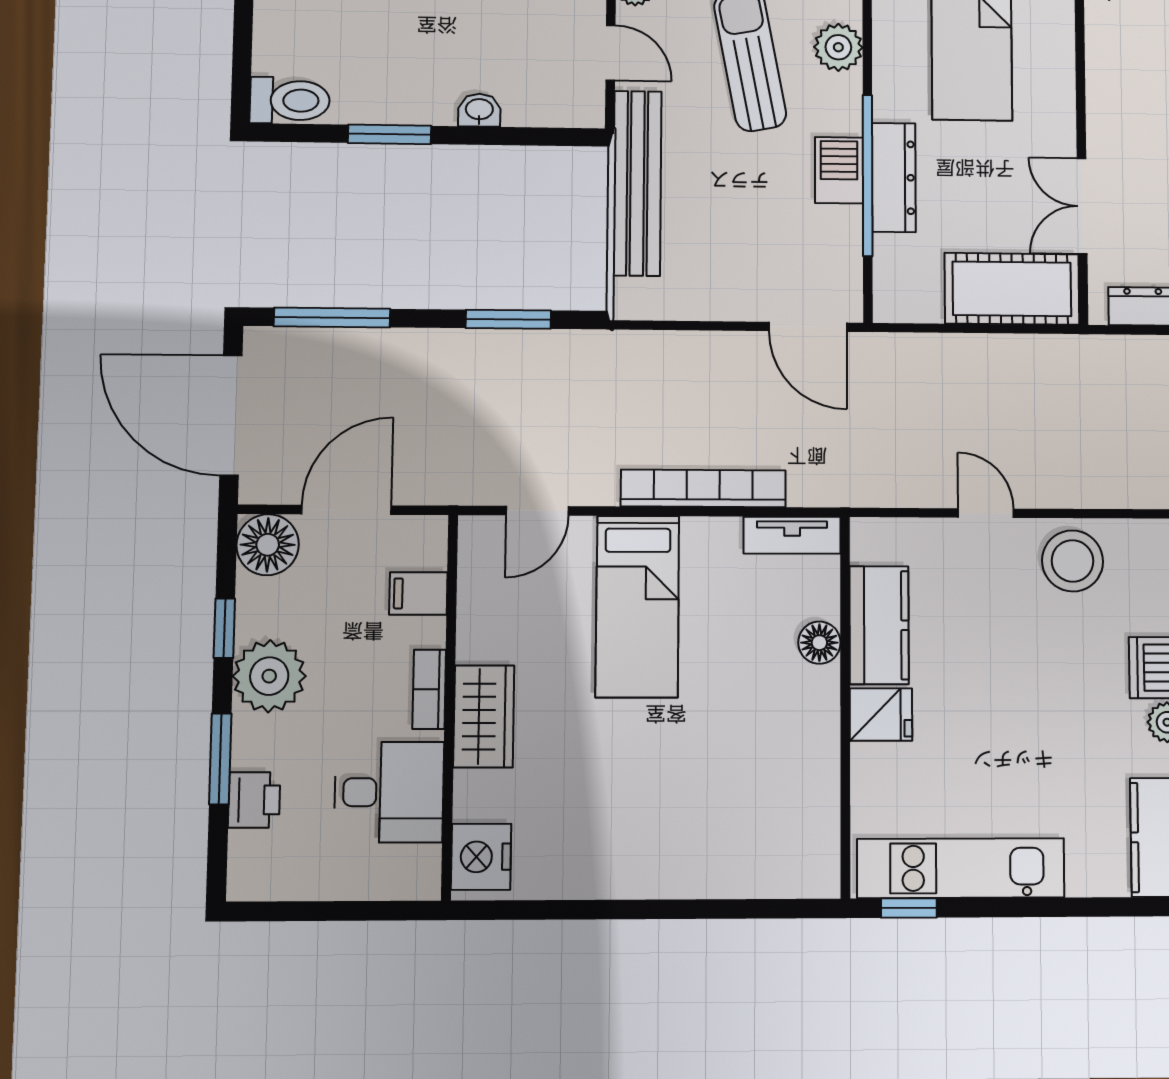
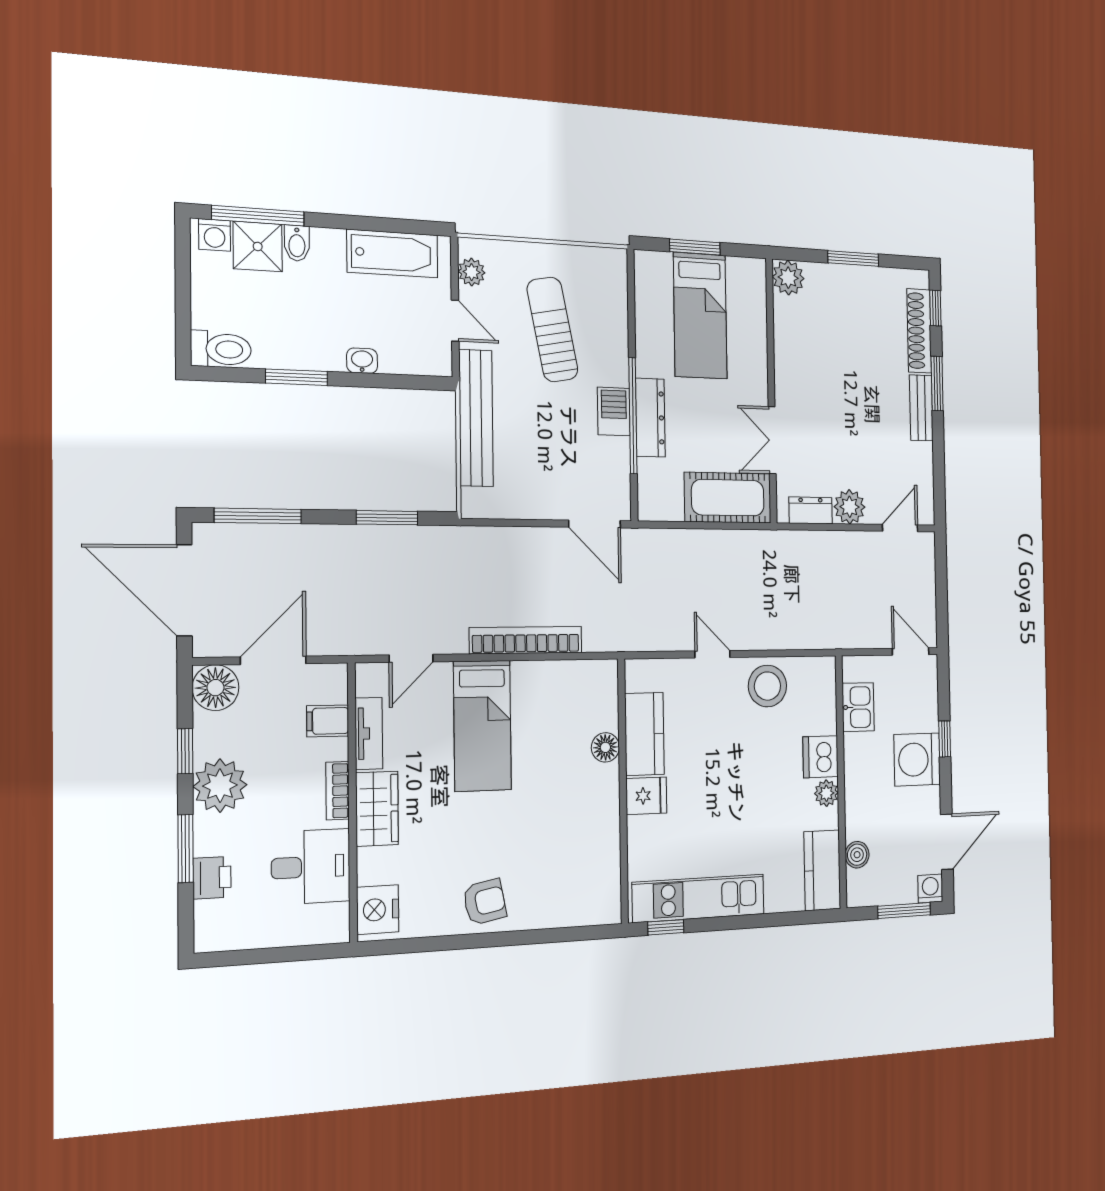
plant: (838, 47) -> (612, 322), removed
tv unit: (792, 535) -> (369, 733), moved, turned -90
armchair: (635, 855) -> (485, 902), added

